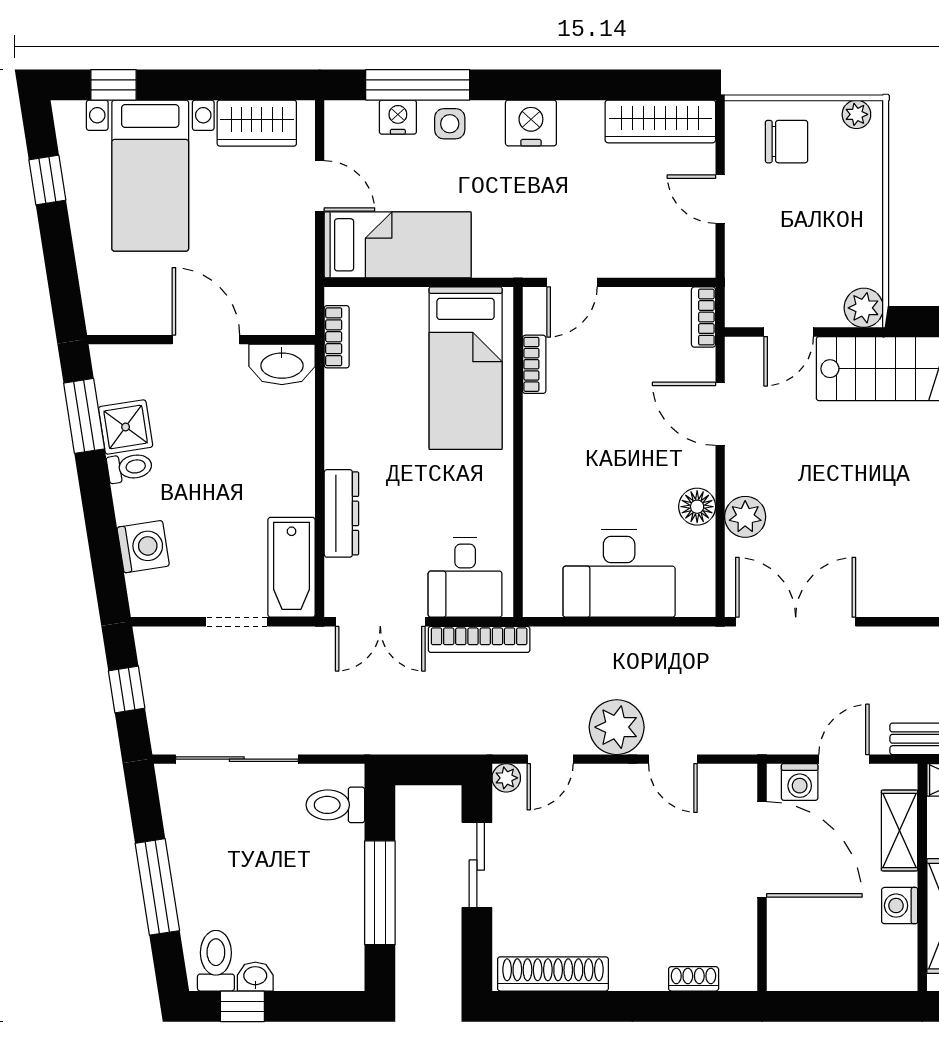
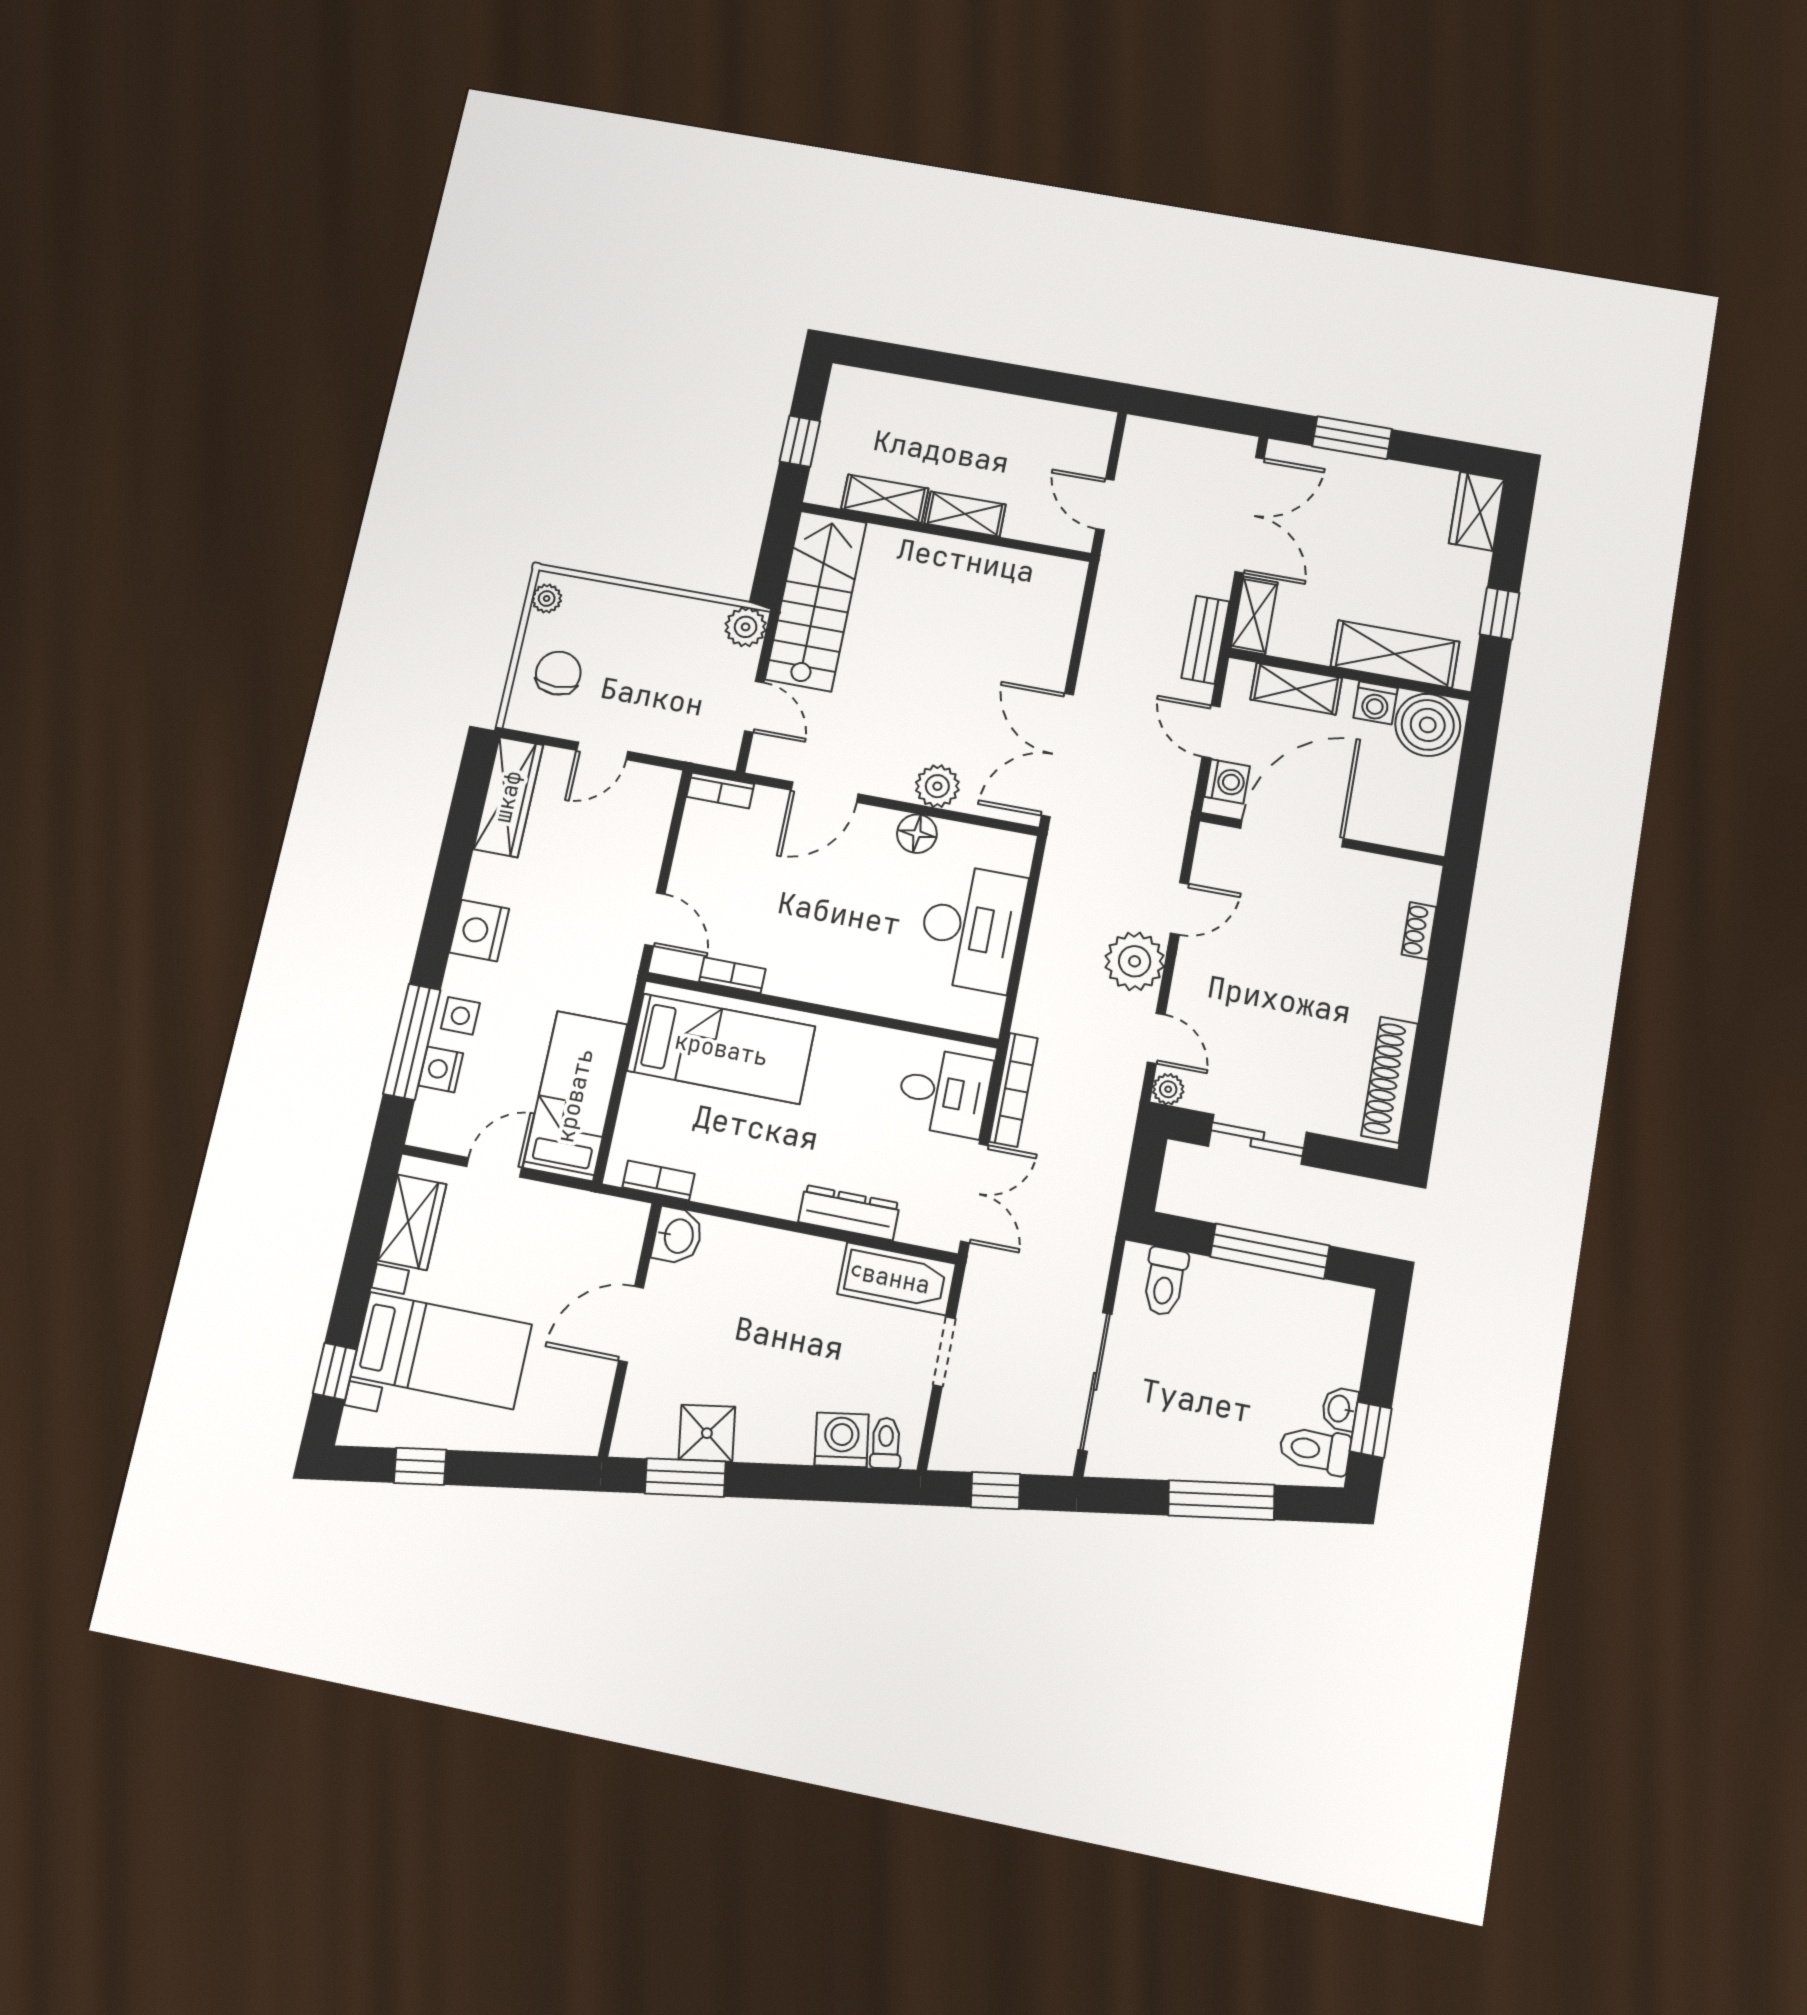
washbasin: (282, 364) -> (678, 1236), width x0.72
toilet: (130, 467) -> (886, 1443), moved
boiler: (888, 957) -> (1428, 725), added

